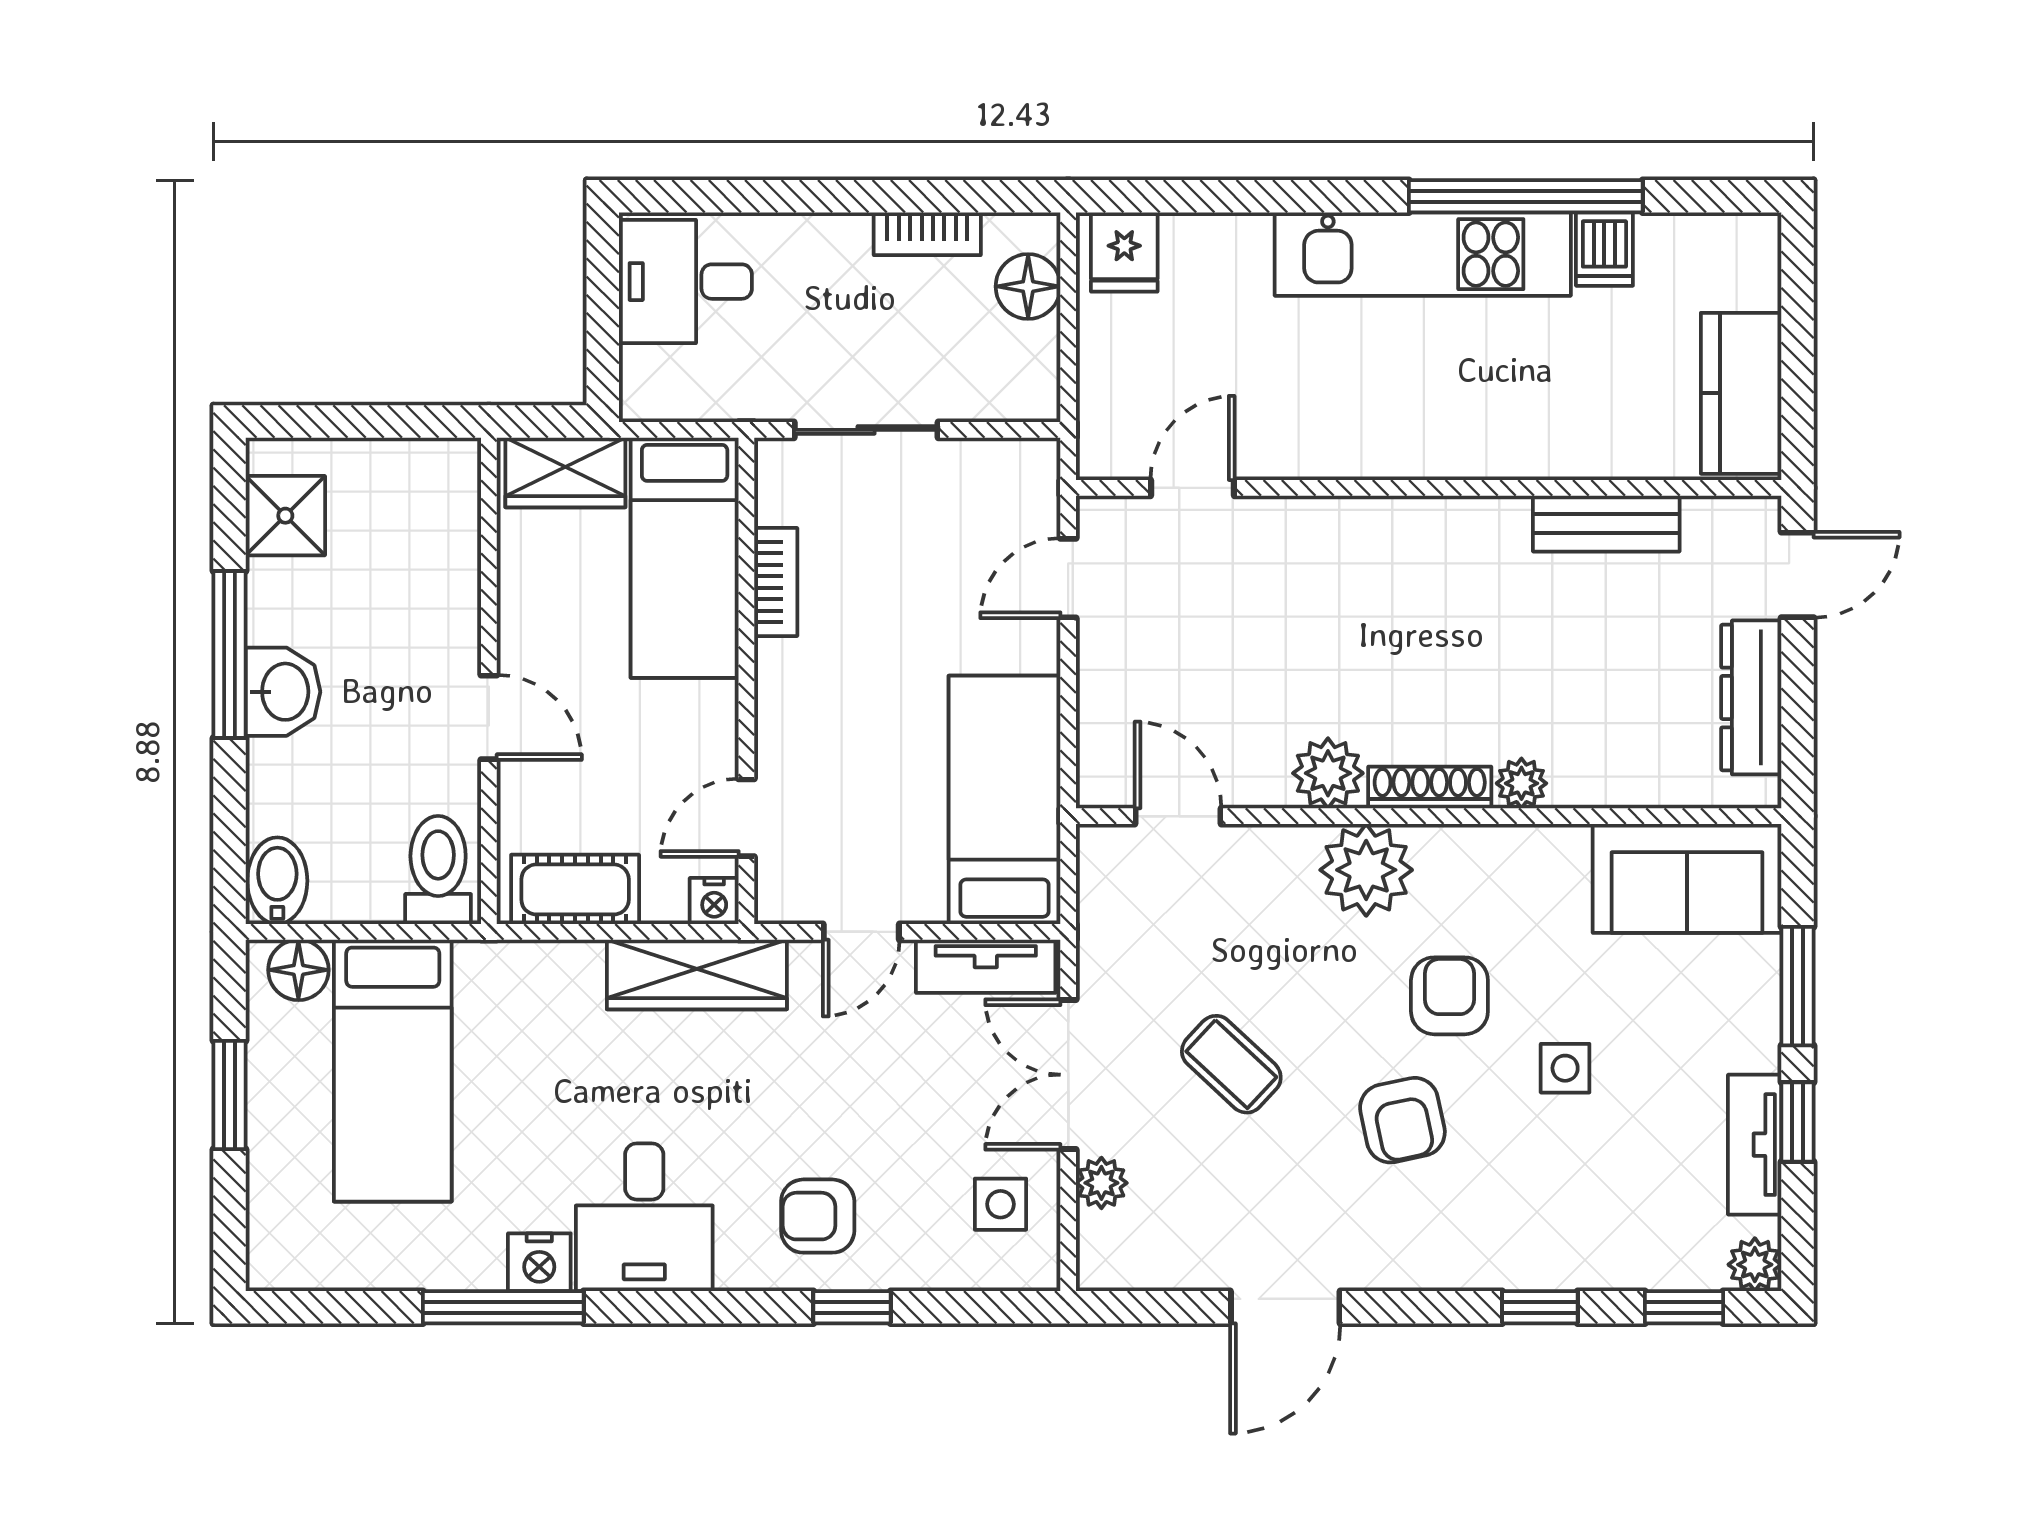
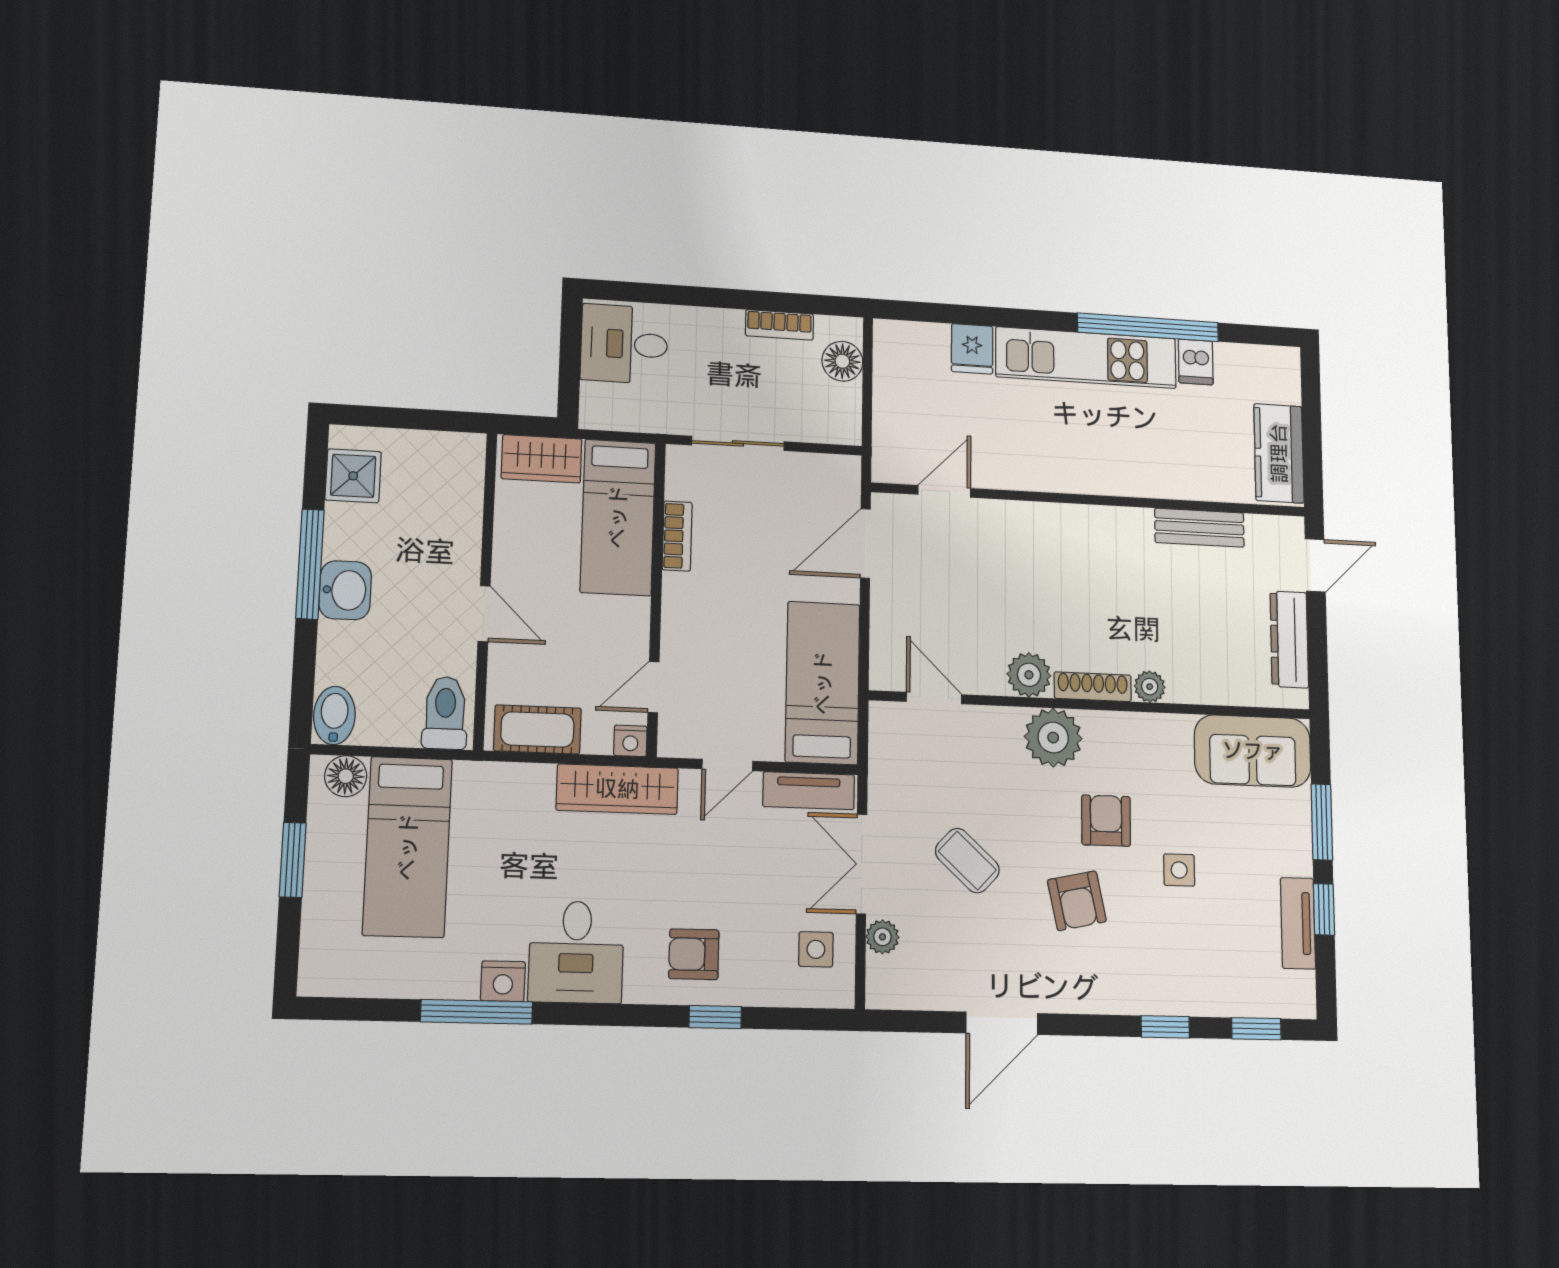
fridge: (1124, 252) -> (972, 349), moved
door: (1068, 578) -> (865, 543), width x1.38
plant: (1755, 1265) -> (1300, 1002), removed

